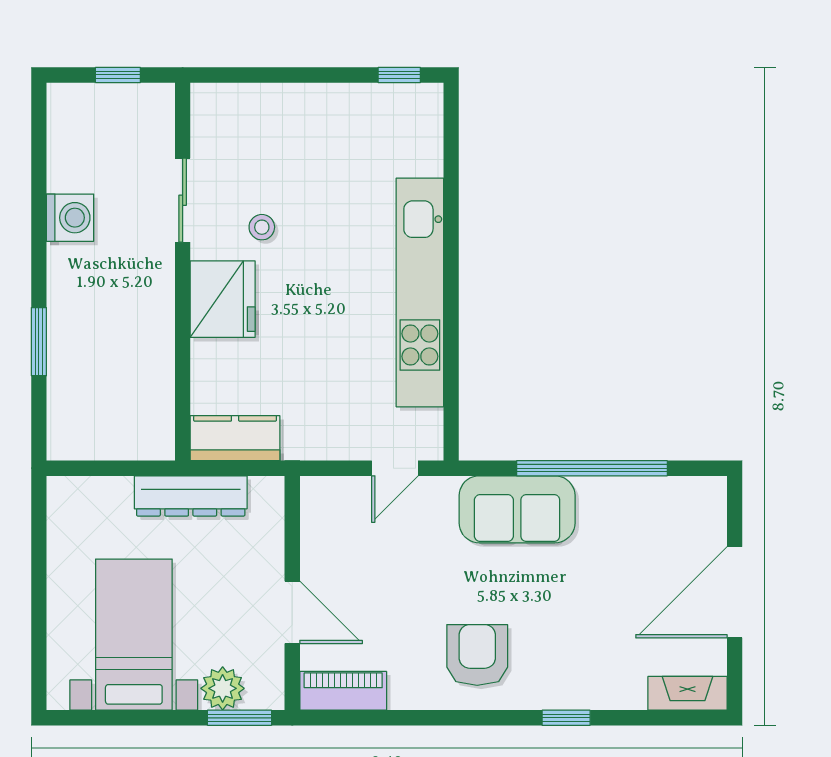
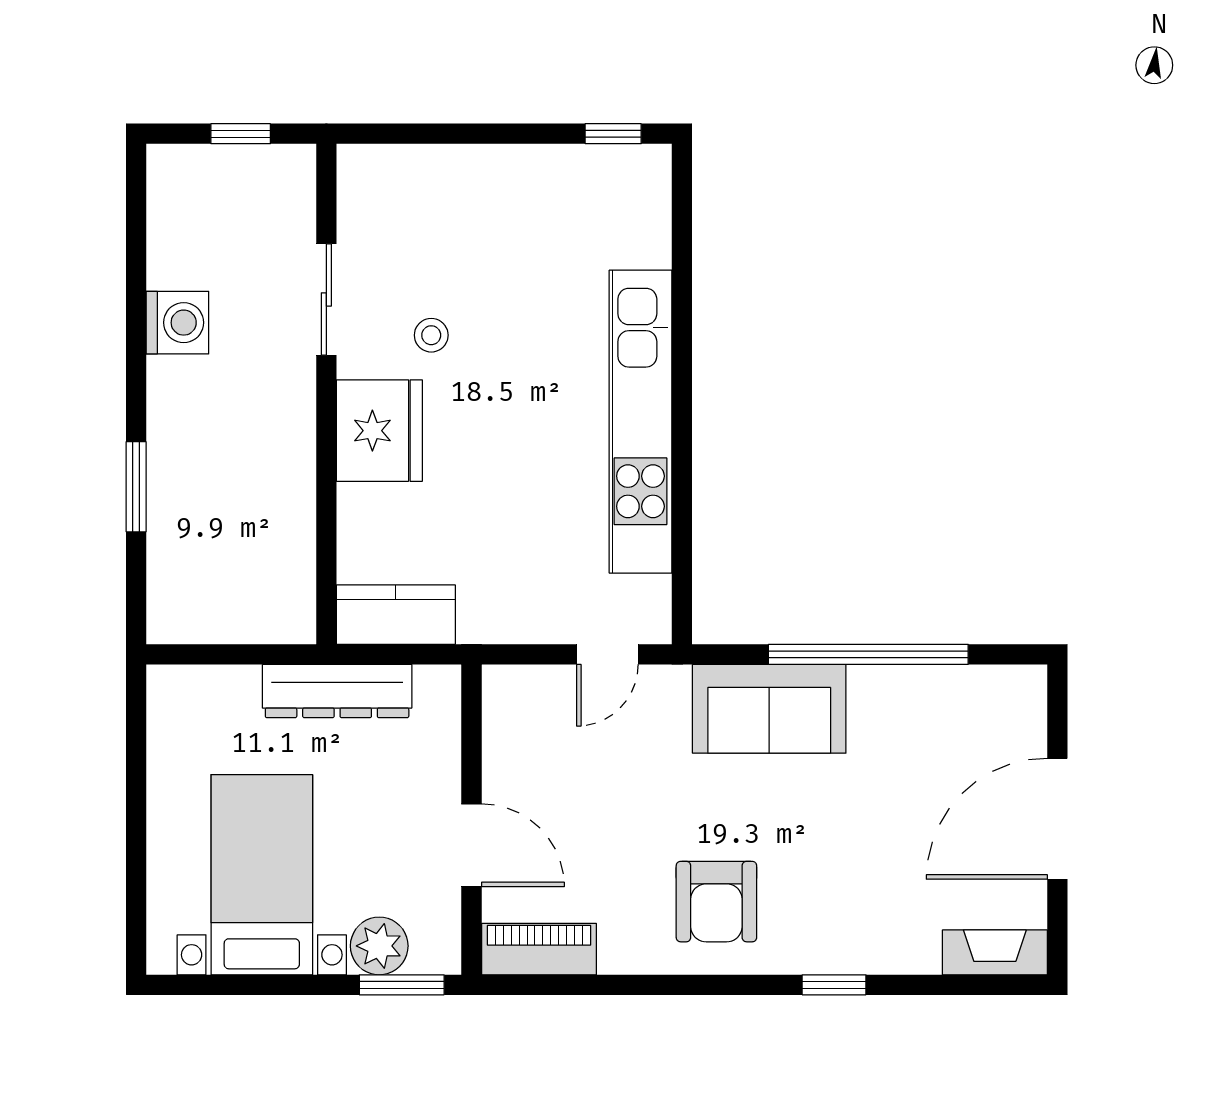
armchair: (477, 655) -> (716, 902), turned 180

